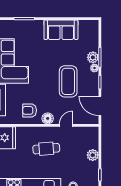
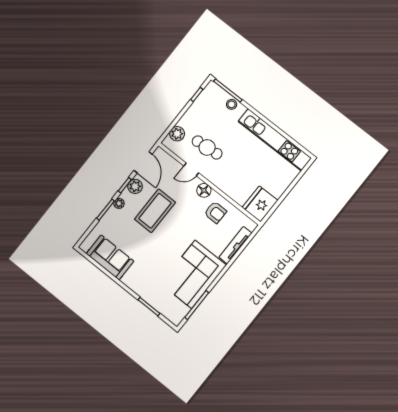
sofa: (61, 30) -> (110, 257), moved
plant: (93, 57) -> (135, 186), moved
cafe table: (46, 149) -> (207, 147), moved
plant: (93, 155) -> (177, 134), moved

